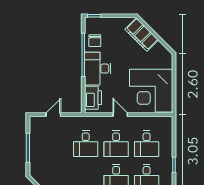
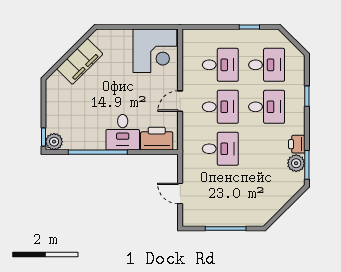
plant: (91, 23) -> (54, 142), added
filing cabinet: (142, 35) -> (80, 61), moved
chair: (95, 41) -> (78, 136), removed
desk: (98, 69) -> (123, 132), width x0.73
corner desk: (151, 91) -> (155, 51), width x0.74, depth x0.74

